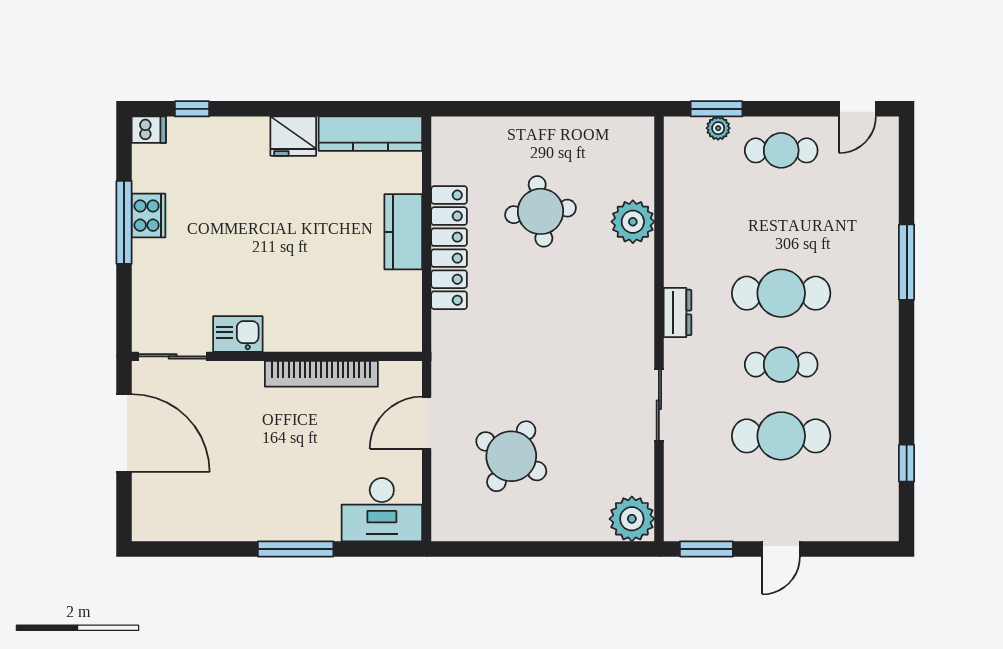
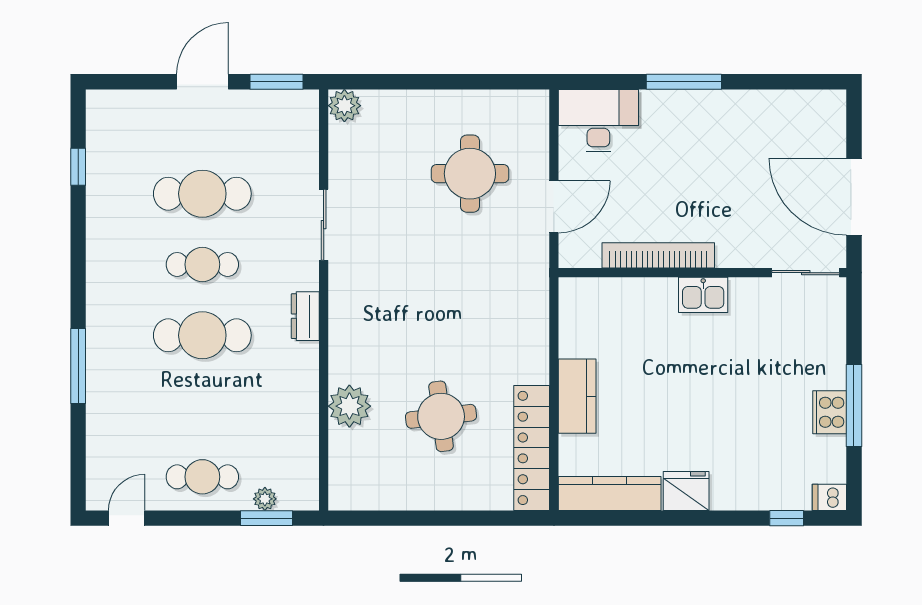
locker: (449, 248) -> (532, 448), moved
kitchen sink: (238, 334) -> (703, 295), moved
round table: (511, 456) -> (470, 174), turned -30
plant: (632, 519) -> (344, 106), width x0.73, depth x0.73
door: (781, 549) -> (203, 82), width x1.38

